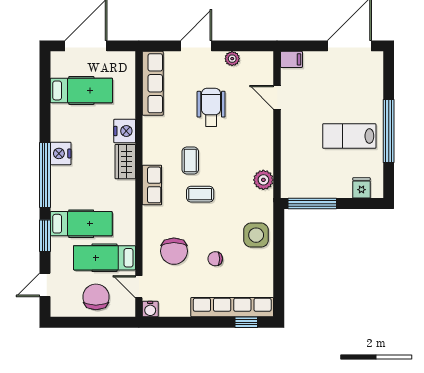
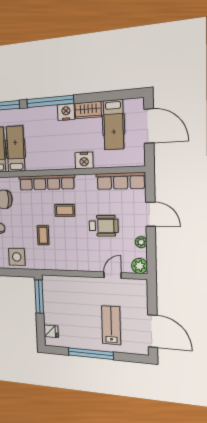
filing cabinet: (291, 59) -> (141, 287), removed
lab bench: (349, 136) -> (111, 325), moved
wardrobe: (125, 162) -> (88, 110), moved, turned 180
plant: (263, 180) -> (139, 266), moved
row of seats: (152, 185) -> (47, 182), width x2.02
coffee table: (200, 194) -> (43, 235), moved
hospital bed: (81, 224) -> (16, 149), moved, turned 180

